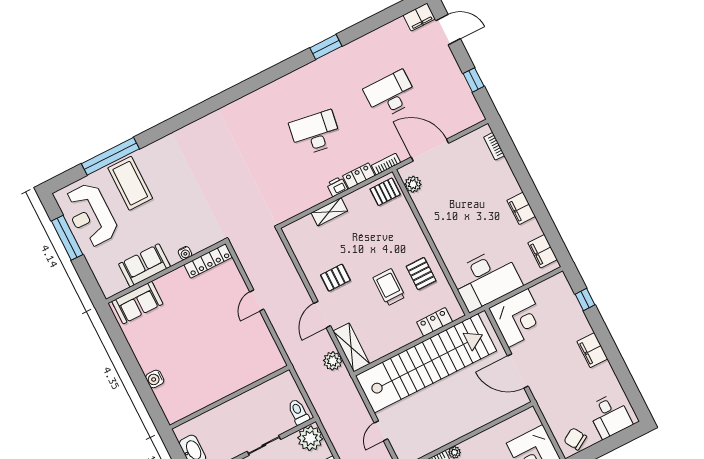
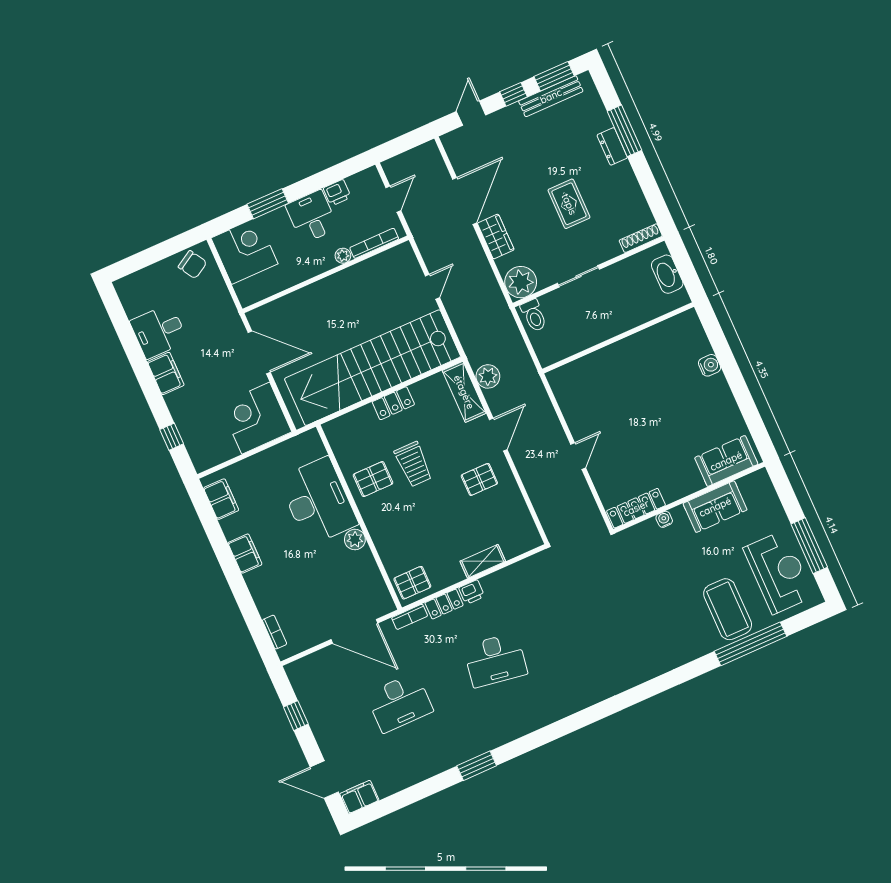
plant: (413, 184) -> (355, 540), moved
pallet: (421, 274) -> (373, 479), turned 90
desk: (486, 279) -> (318, 501), moved, turned 90
locker: (435, 322) -> (393, 403), moved
desk: (610, 416) -> (159, 331), moved, turned -90

